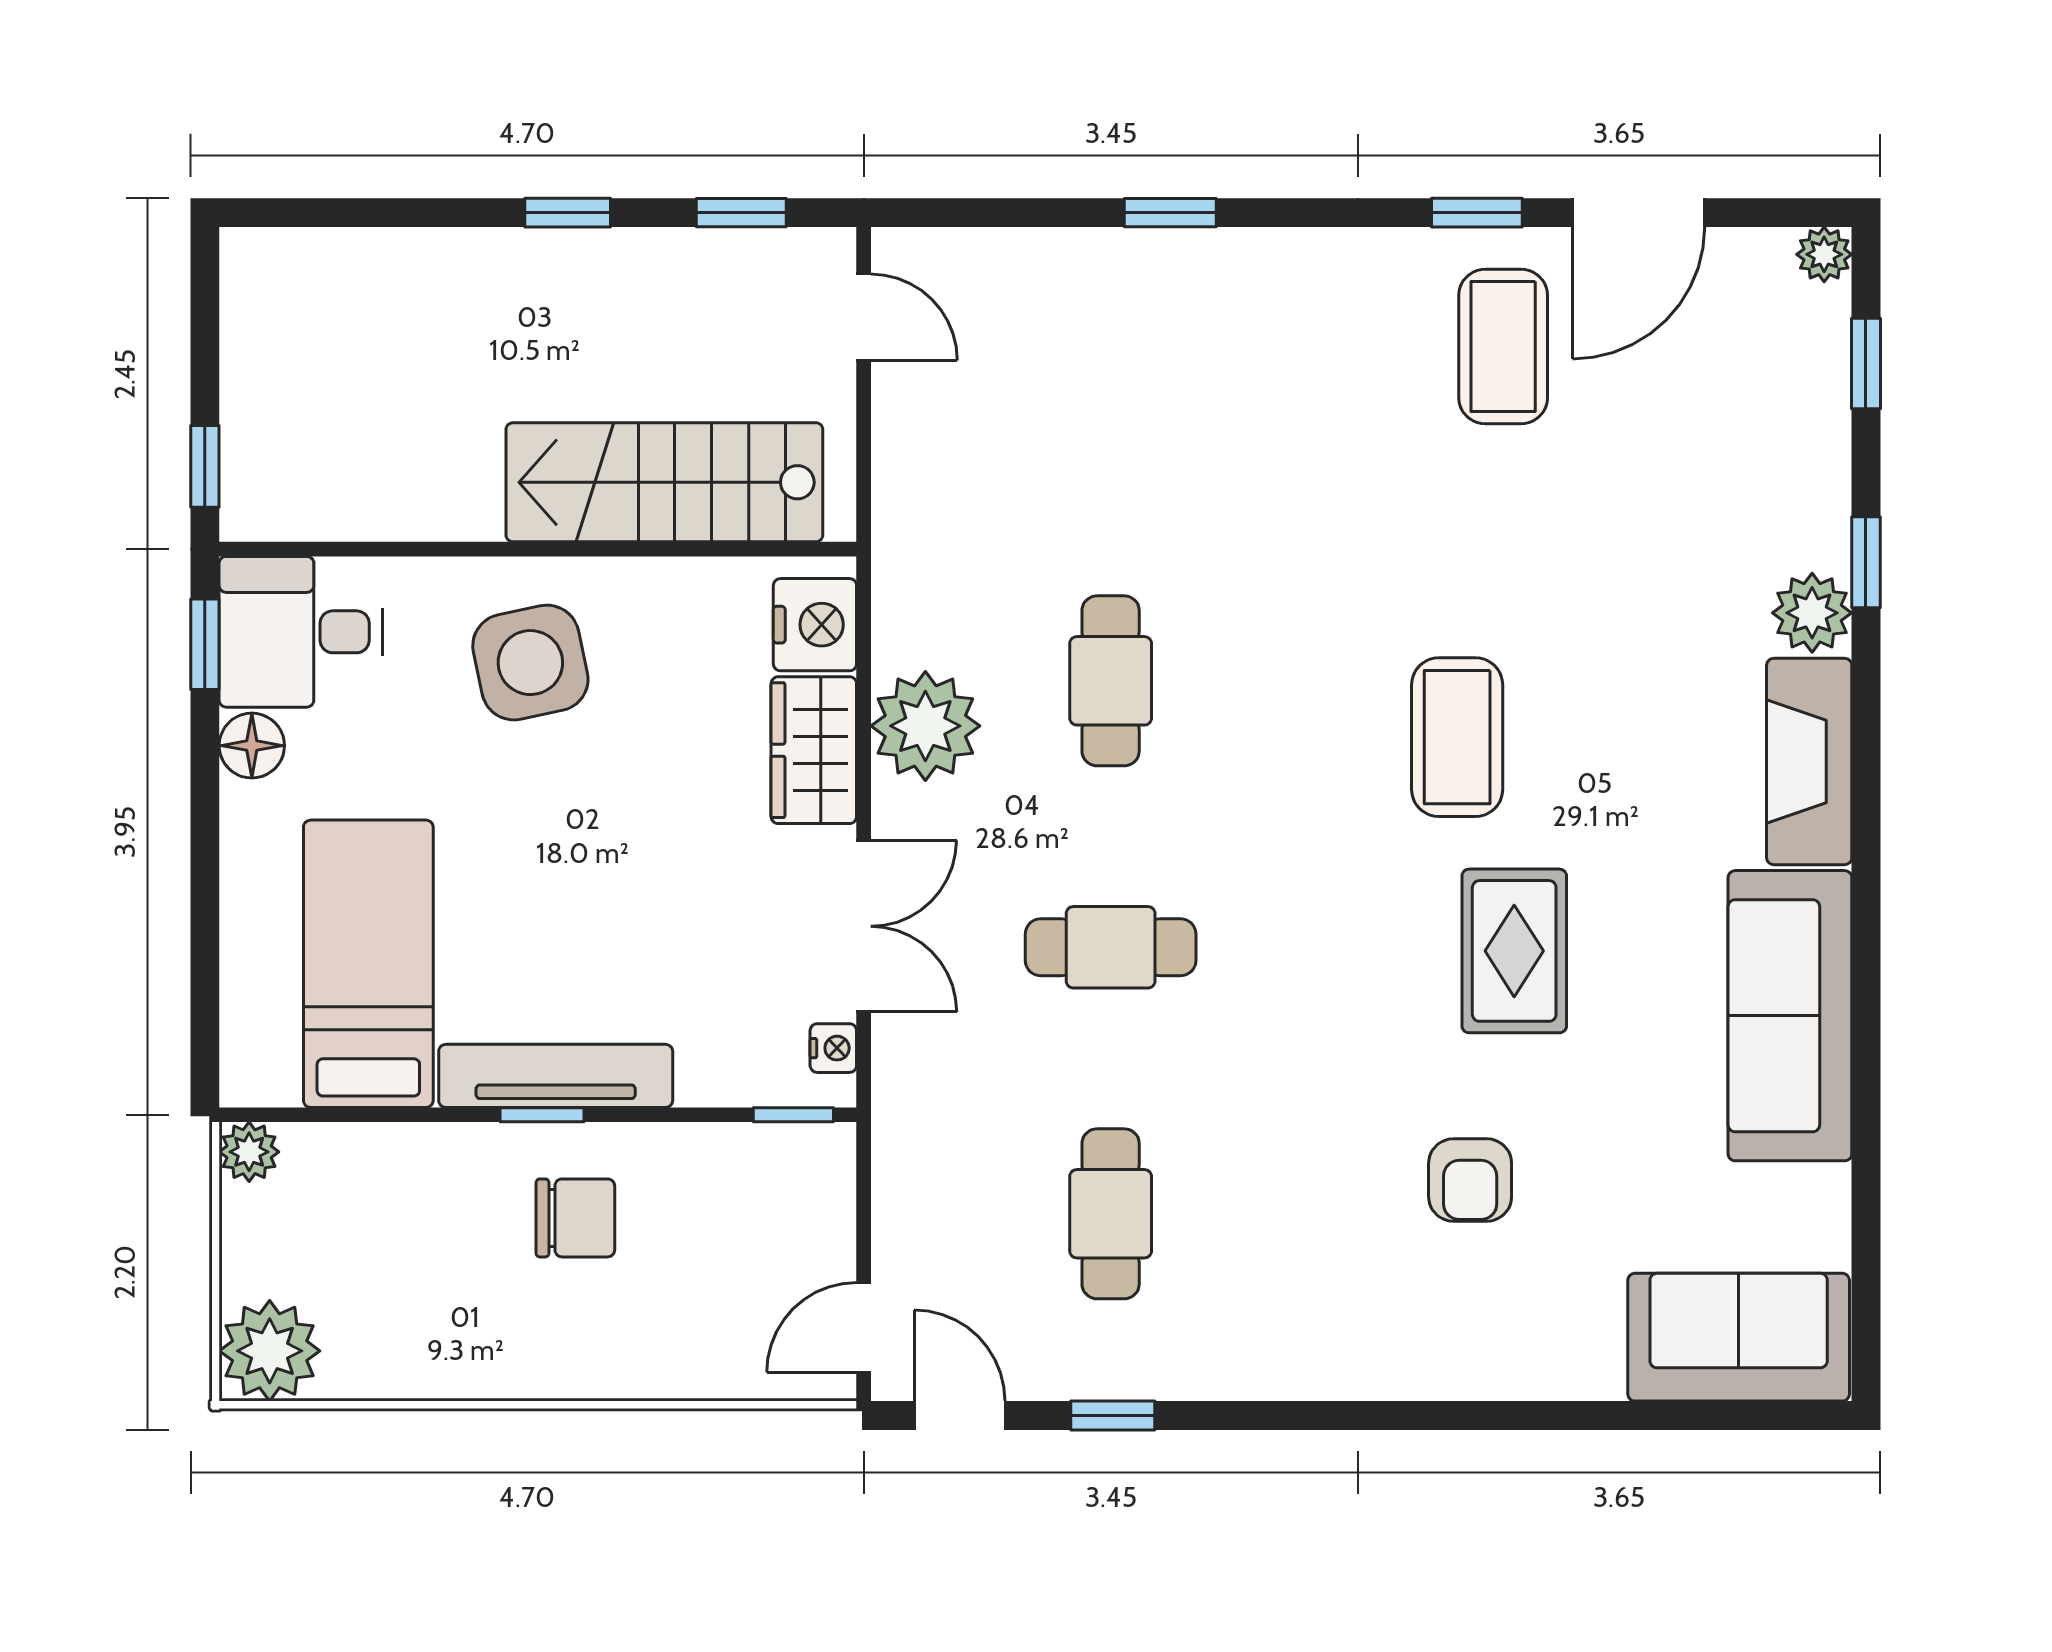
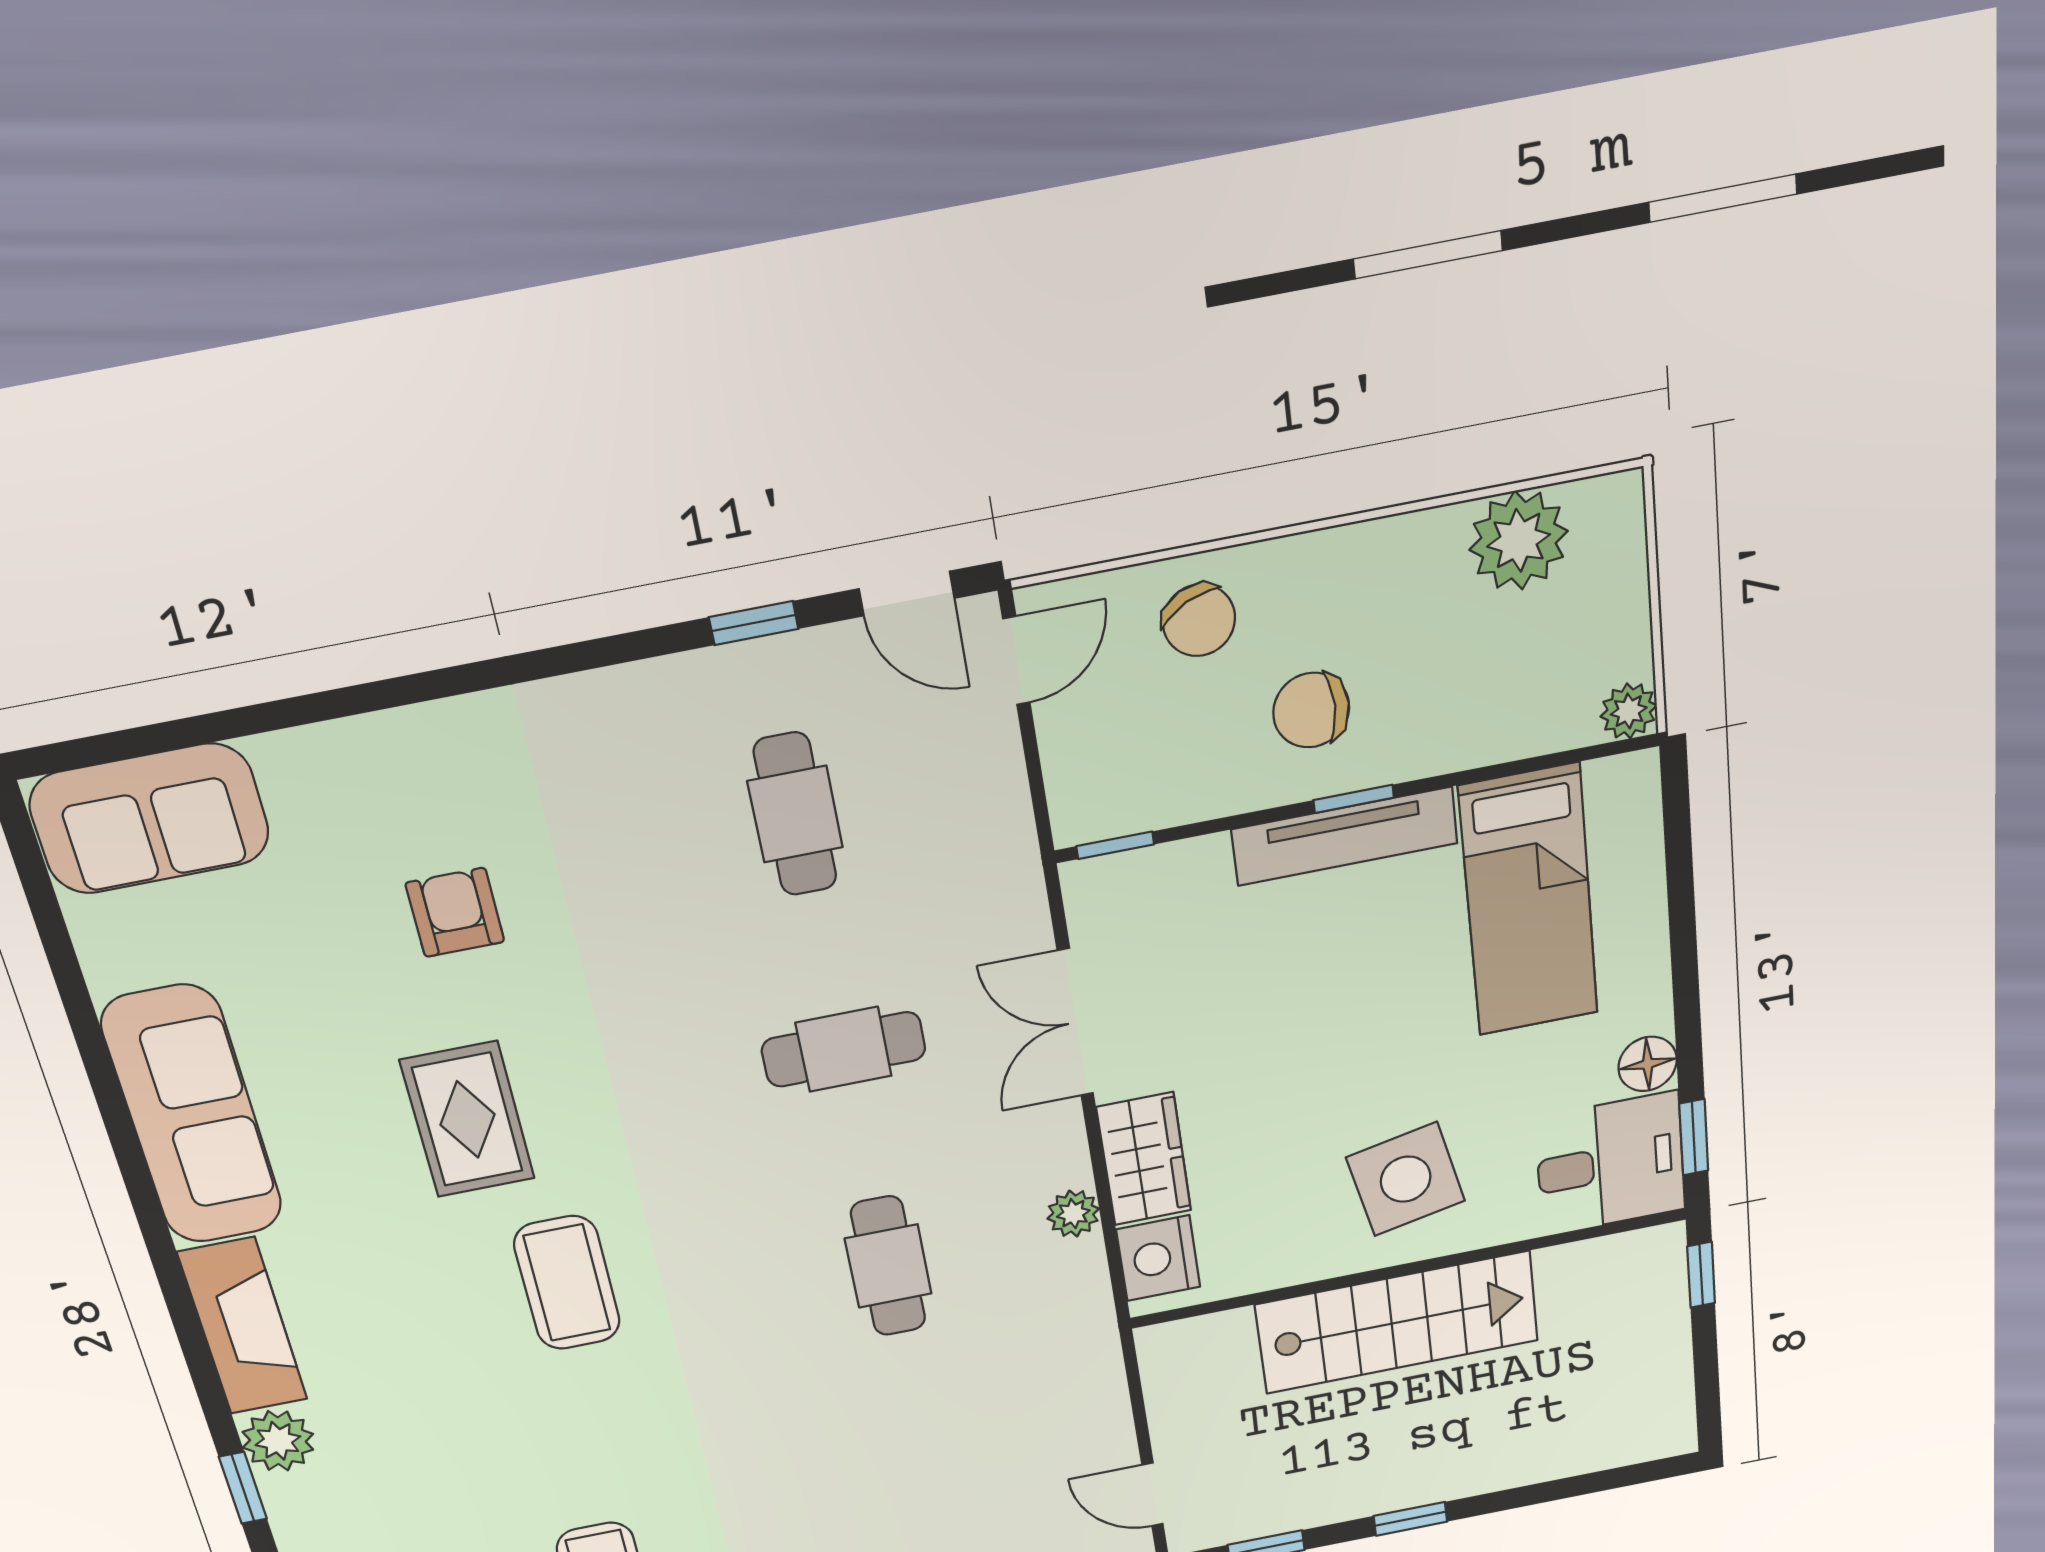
stairs: (664, 482) -> (1397, 1323), moved
plant: (925, 726) -> (1073, 1214), width x0.53, depth x0.53
nightstand: (833, 1048) -> (1087, 912), removed
chair: (677, 1333) -> (1199, 620), added
plant: (270, 1351) -> (1519, 540), moved

